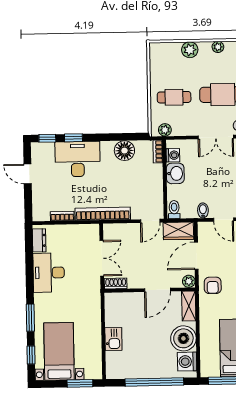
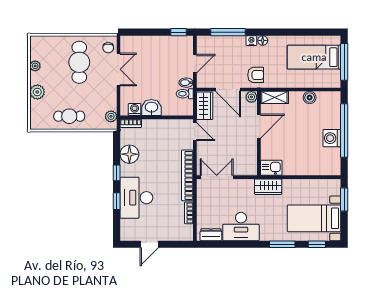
cafe table: (174, 97) -> (69, 116), moved, turned 90
window: (47, 138) -> (117, 173), moved
toilet: (174, 210) -> (185, 94), moved
double door: (102, 258) -> (217, 177), moved
shoe rack: (116, 283) -> (252, 165), removed
door: (157, 290) -> (259, 126), hinge flipped
wardrobe: (92, 301) -> (268, 187), added
boiler: (183, 338) -> (310, 98), width x0.54, depth x0.54
kitchen sink: (113, 339) -> (271, 168), moved
washing machine: (187, 362) -> (332, 138), moved, turned 90

